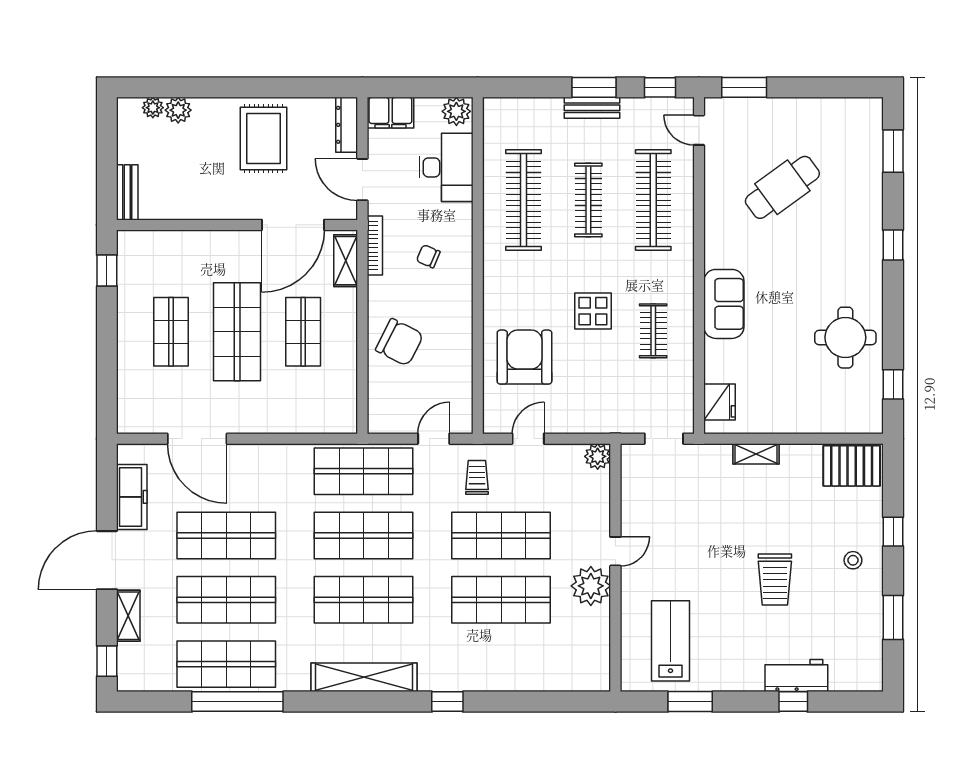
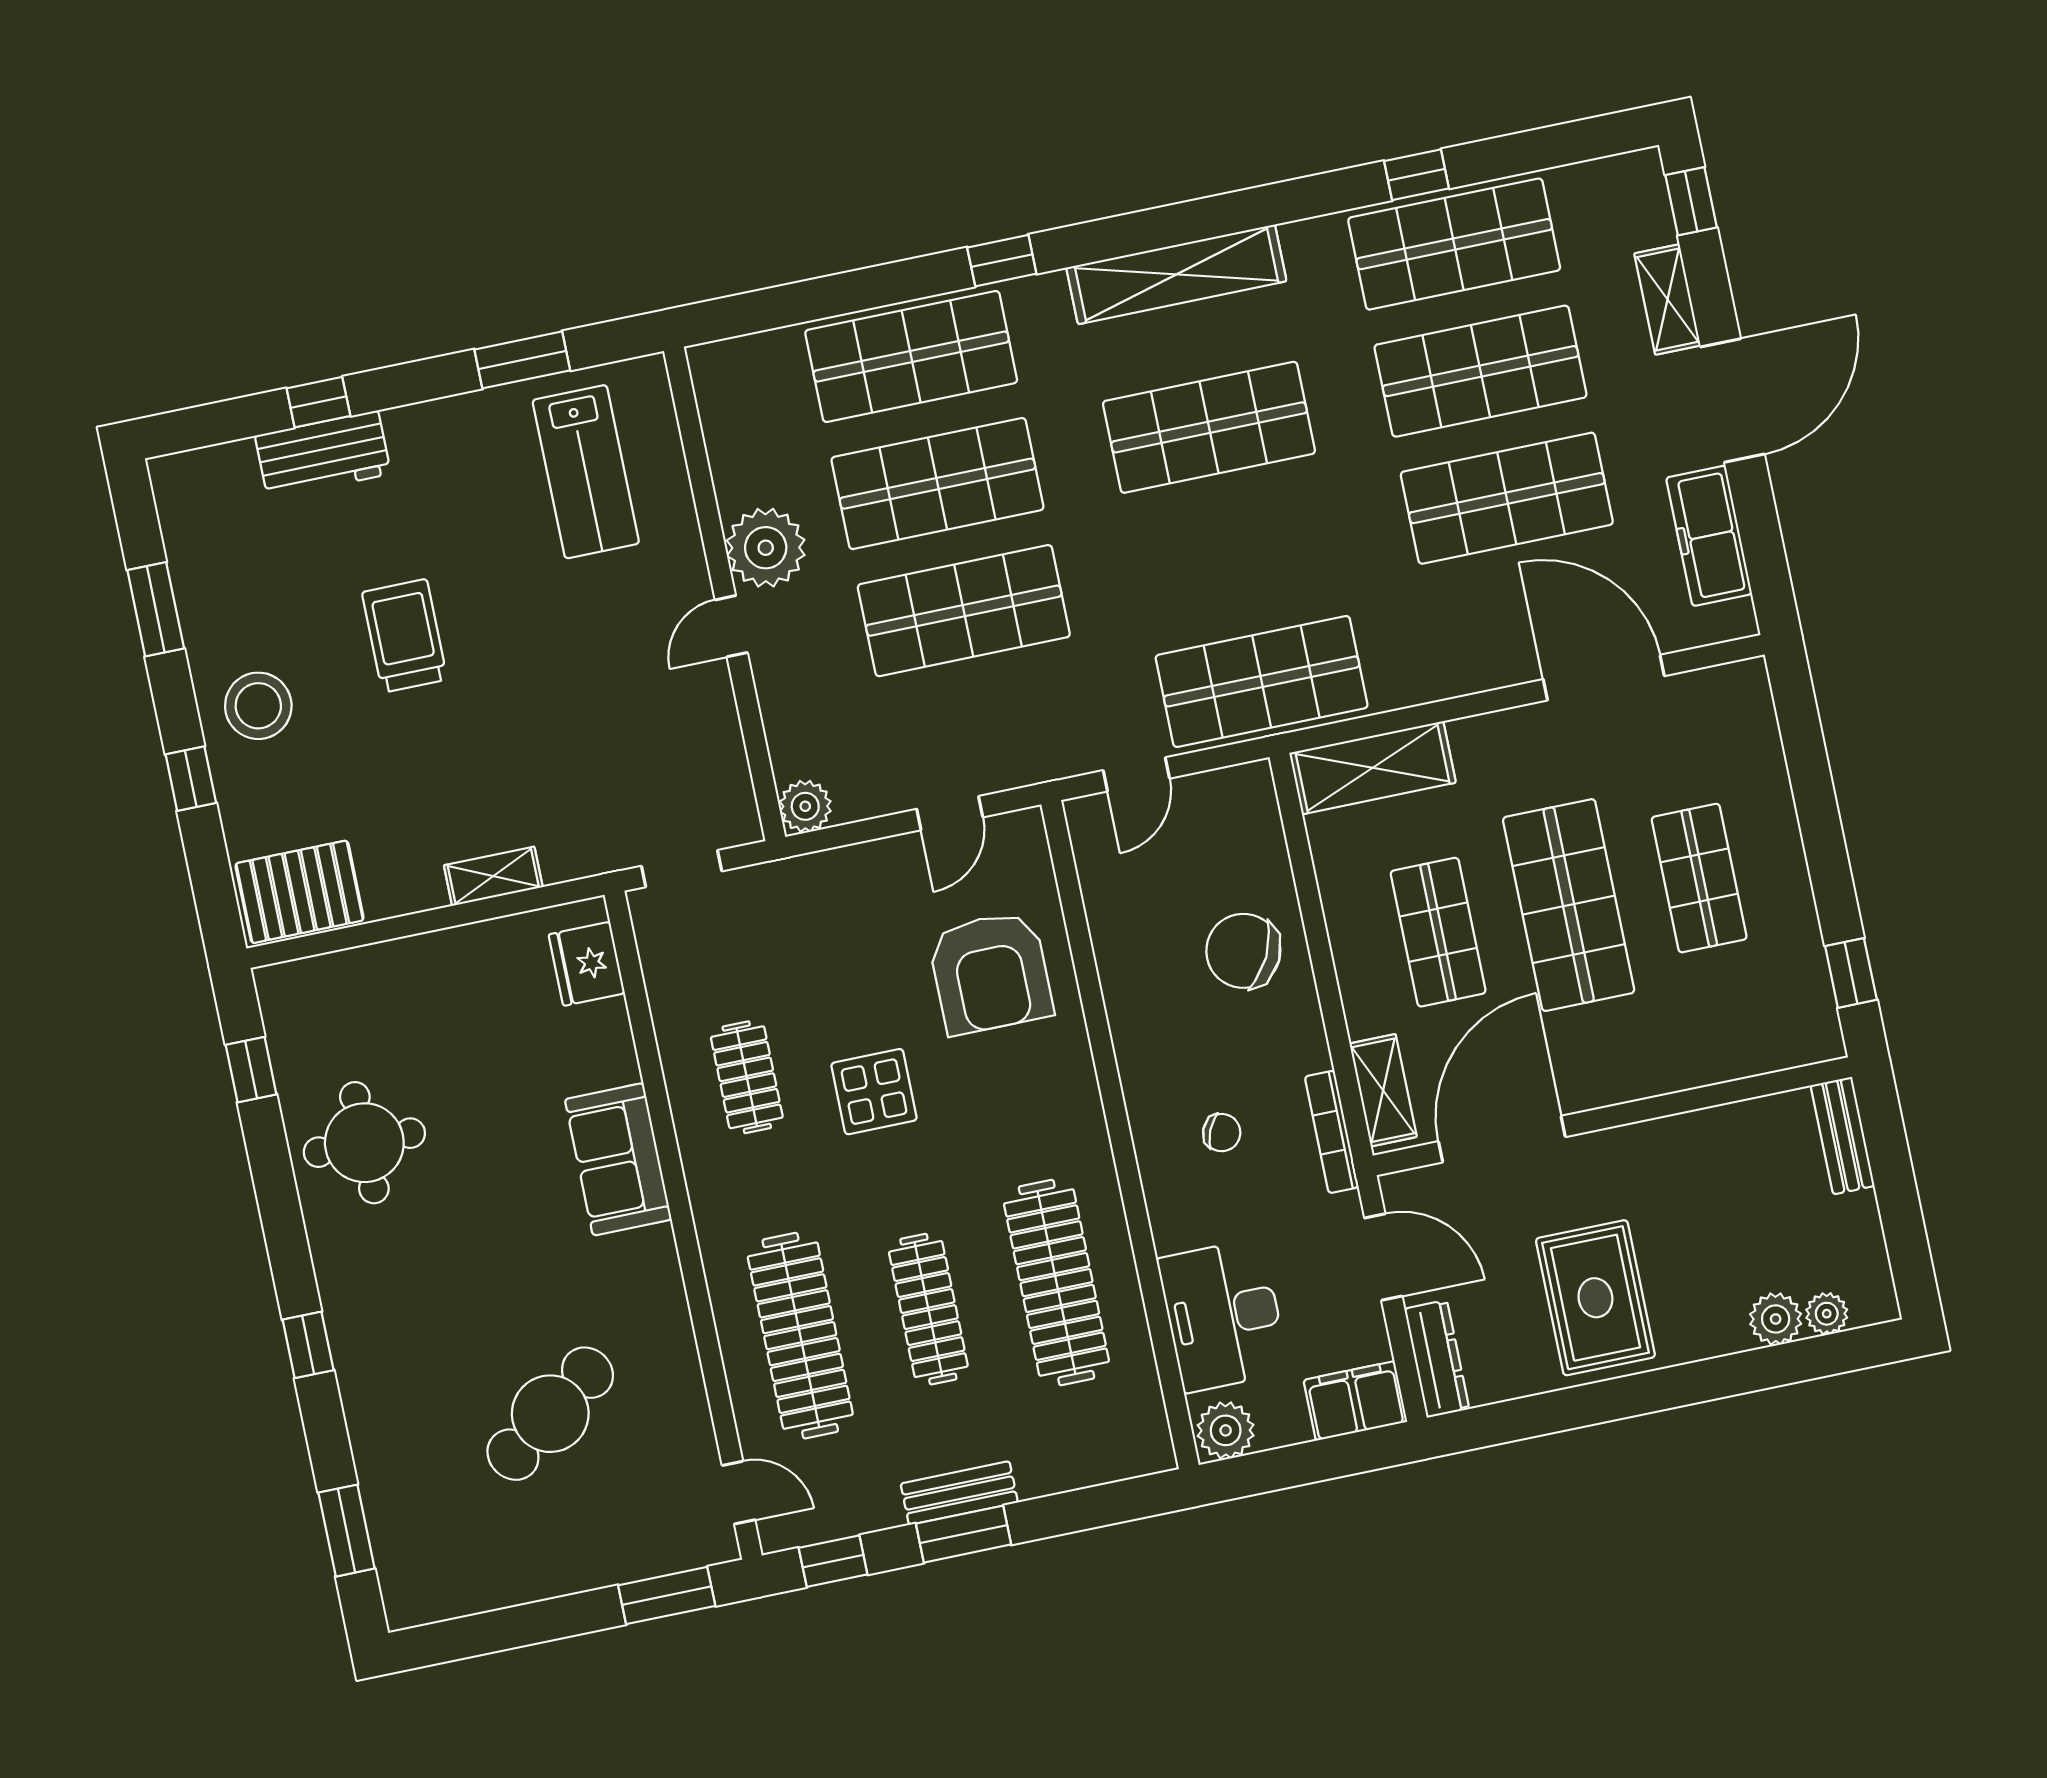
shelving: (318, 418) -> (1372, 768), added
trolley: (477, 477) -> (1035, 716), removed
shop shelf: (364, 536) -> (911, 357), moved
stool: (853, 560) -> (258, 706), width x1.89, depth x1.89
window: (237, 702) -> (1417, 175), width x0.32

